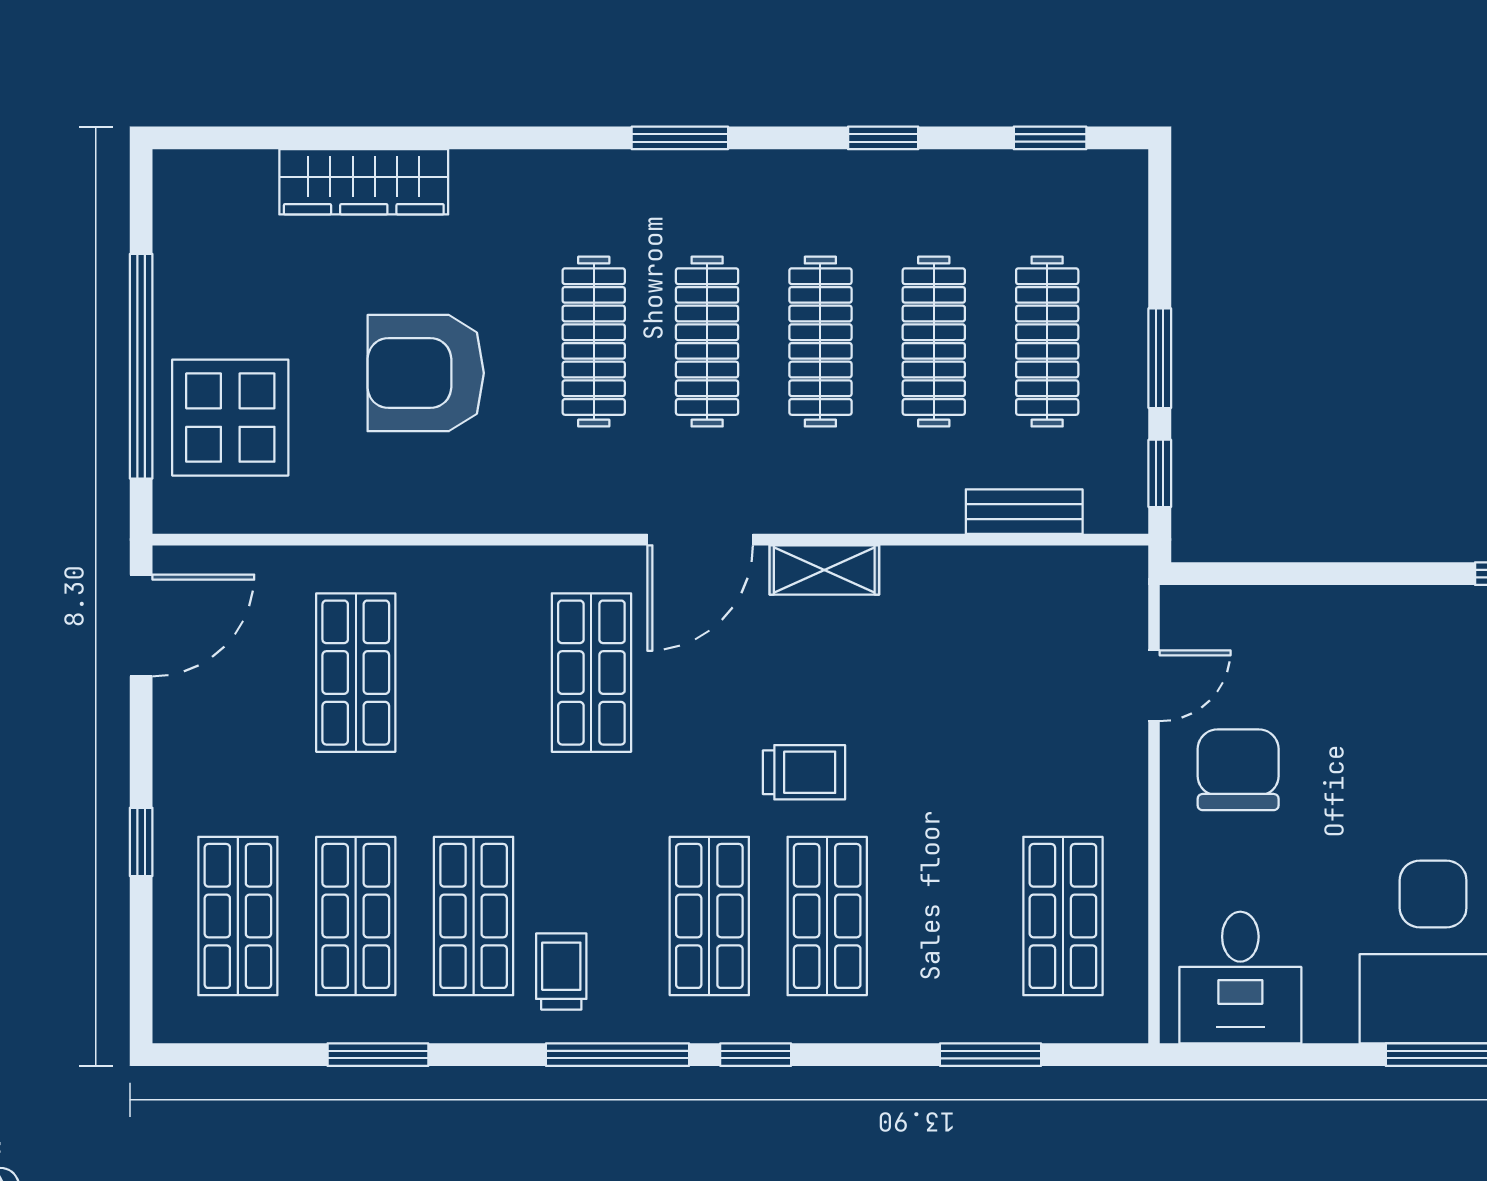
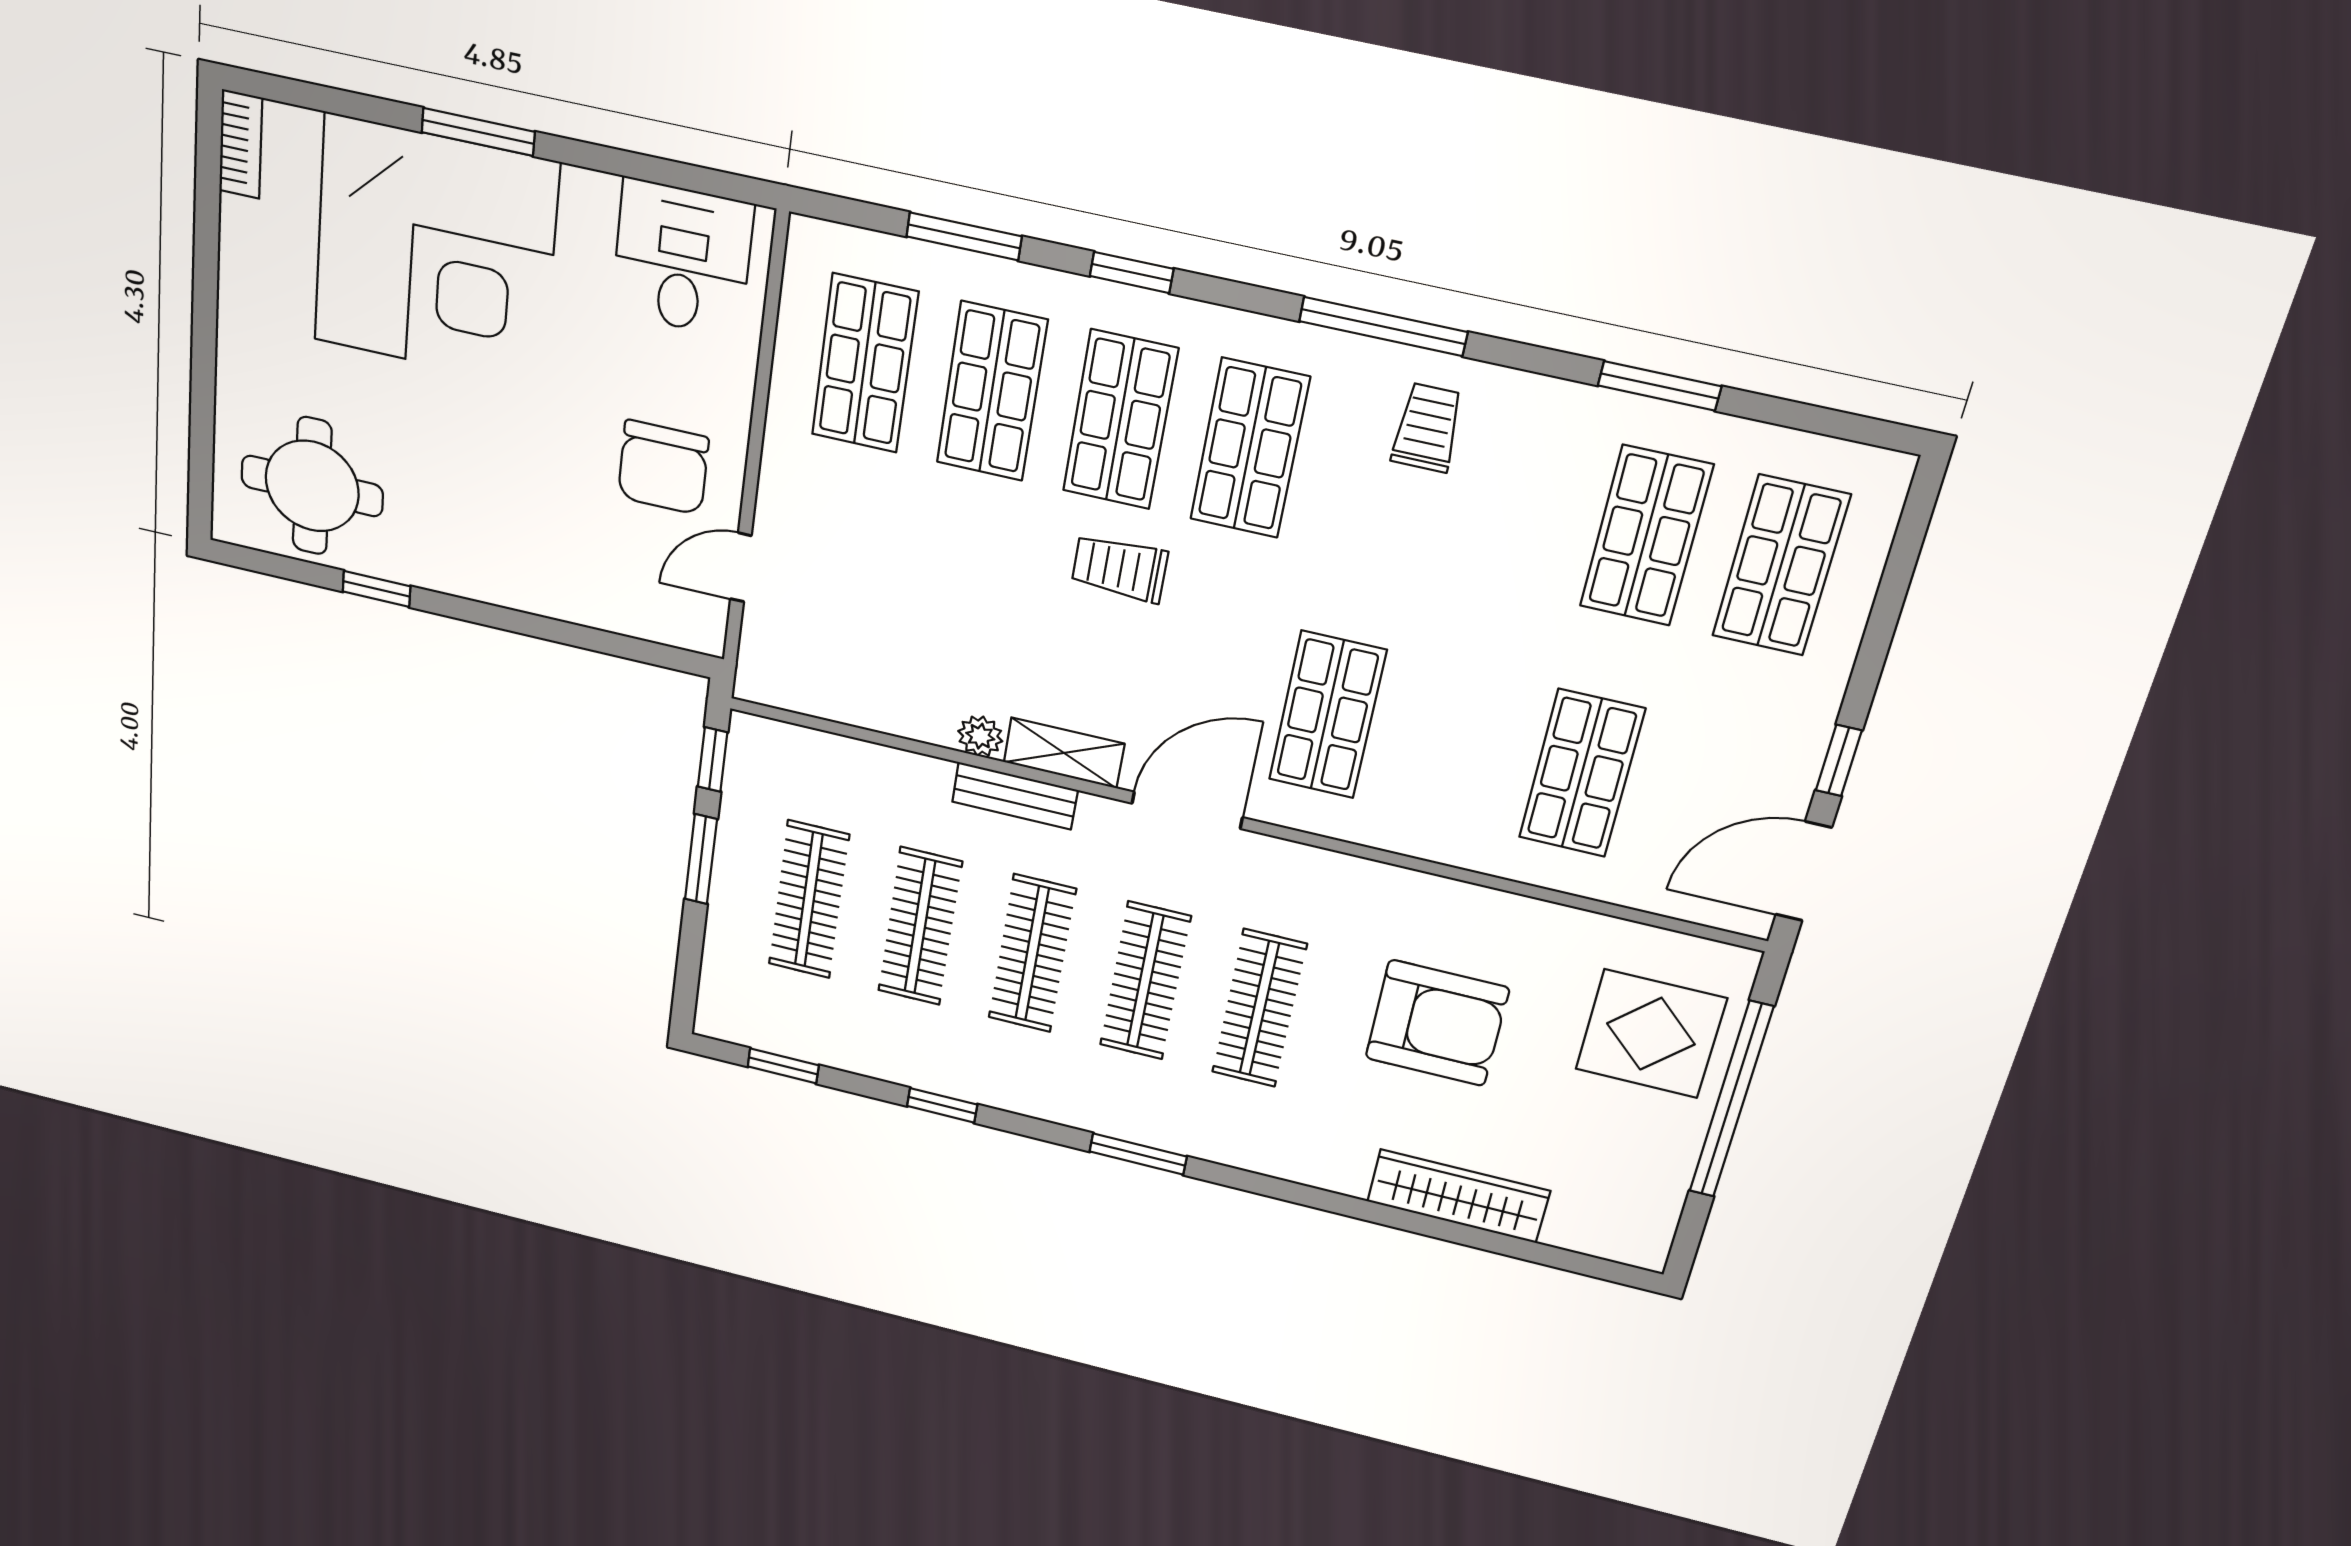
bench: (1024, 512) -> (1015, 796), moved
plant: (905, 567) -> (980, 736), added
window: (141, 842) -> (1839, 760), moved
shop shelf: (474, 916) -> (992, 392), moved
trolley: (561, 972) -> (1427, 428), turned 180
window: (756, 1055) -> (1132, 272), moved

